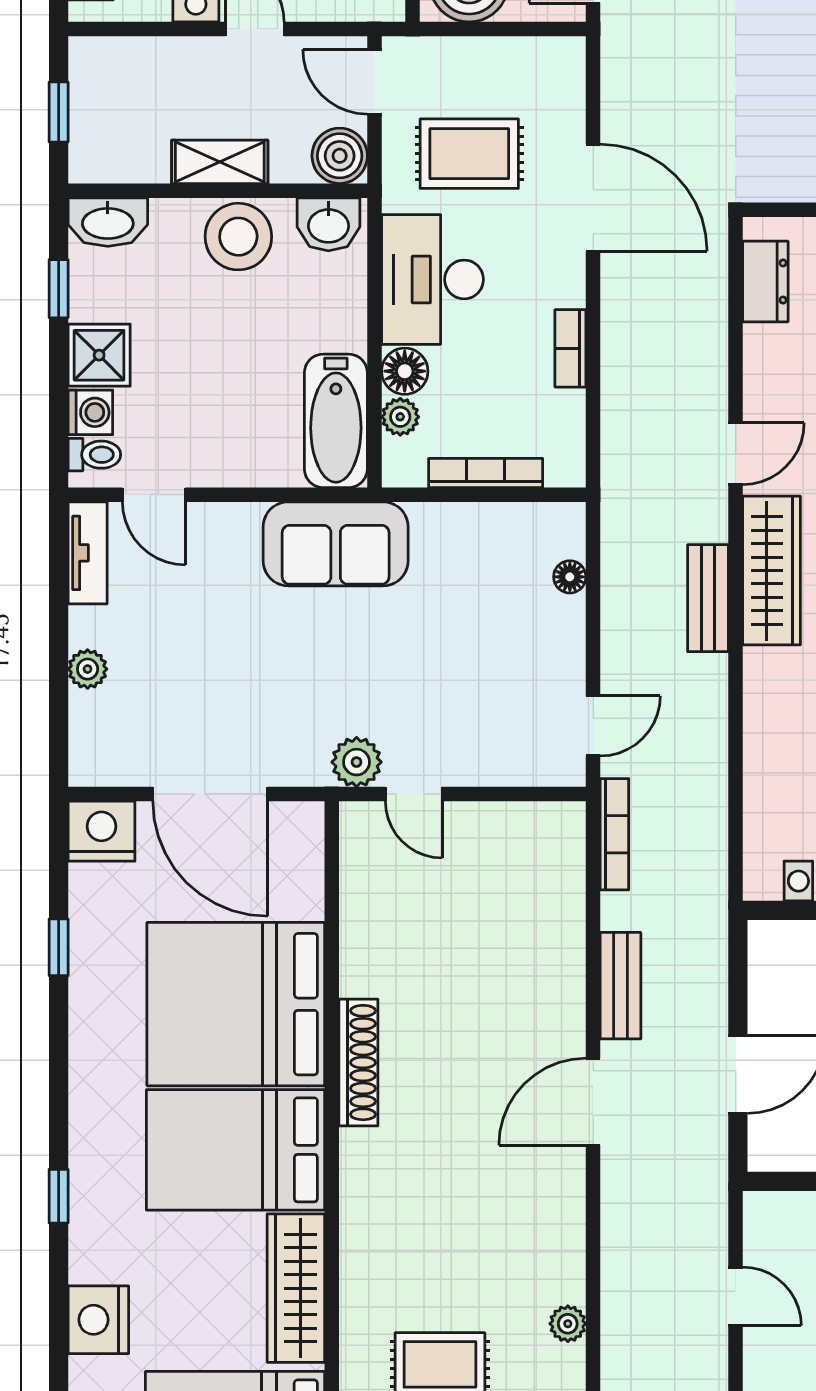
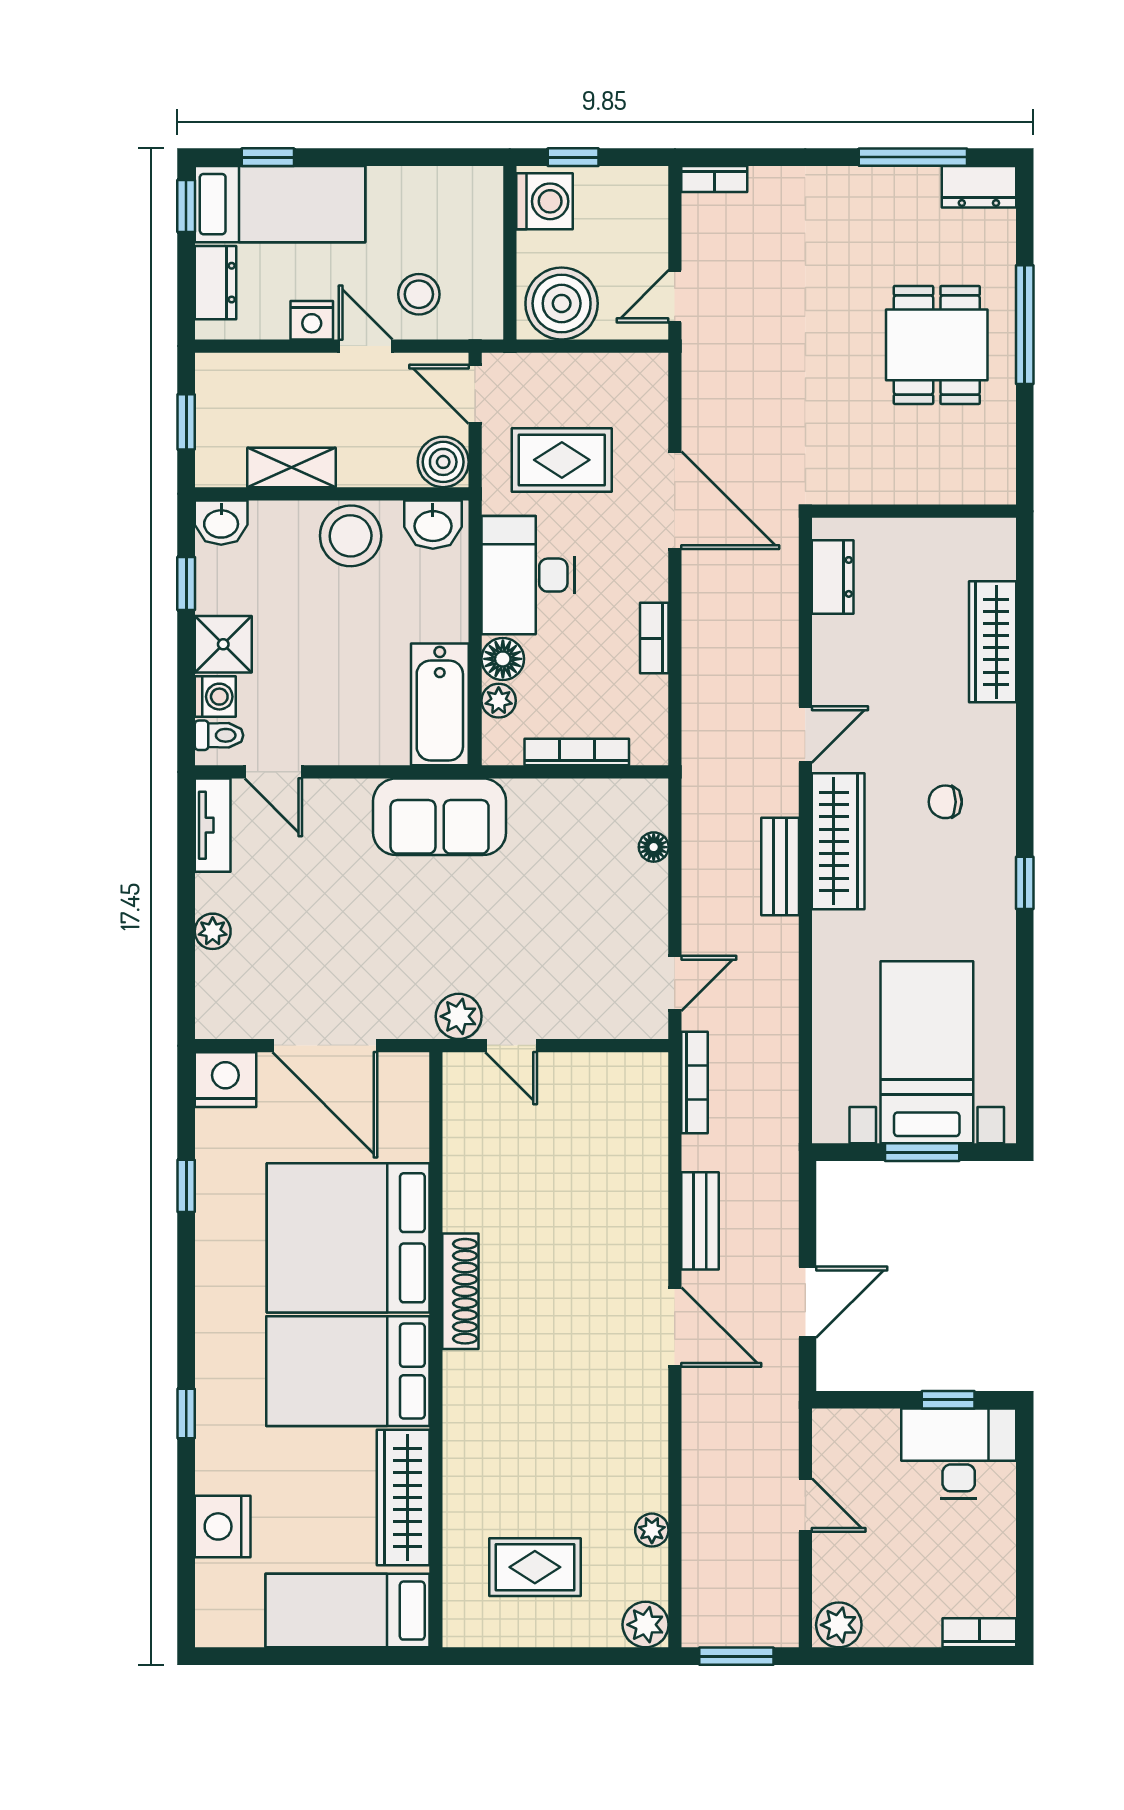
shelving: (220, 162) -> (291, 467), moved
washbasin: (108, 222) -> (221, 523), width x0.72
door: (593, 1102) -> (675, 1327), swing flipped

